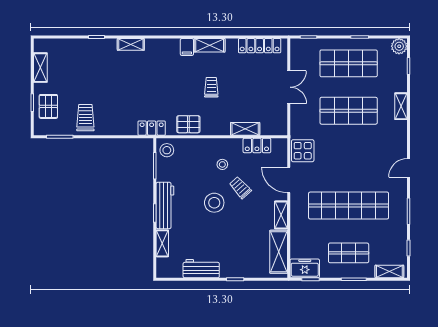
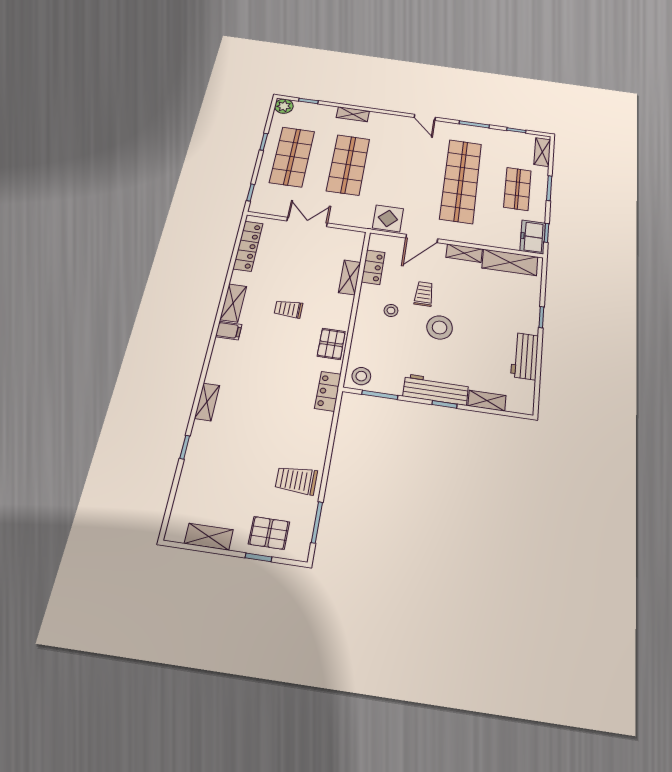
trolley: (240, 188) -> (424, 294), turned 132

